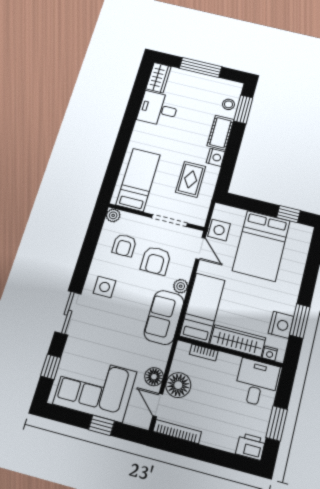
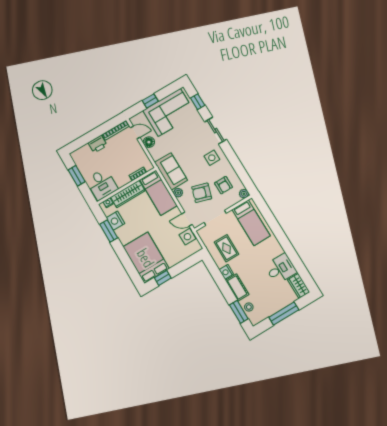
armchair: (124, 245) -> (223, 185), turned 180
bed: (261, 246) -> (146, 258), moved
armchair: (156, 261) -> (202, 193), turned -73
floor lamp: (178, 385) -> (135, 149), removed
printer: (251, 446) -> (98, 144), moved

